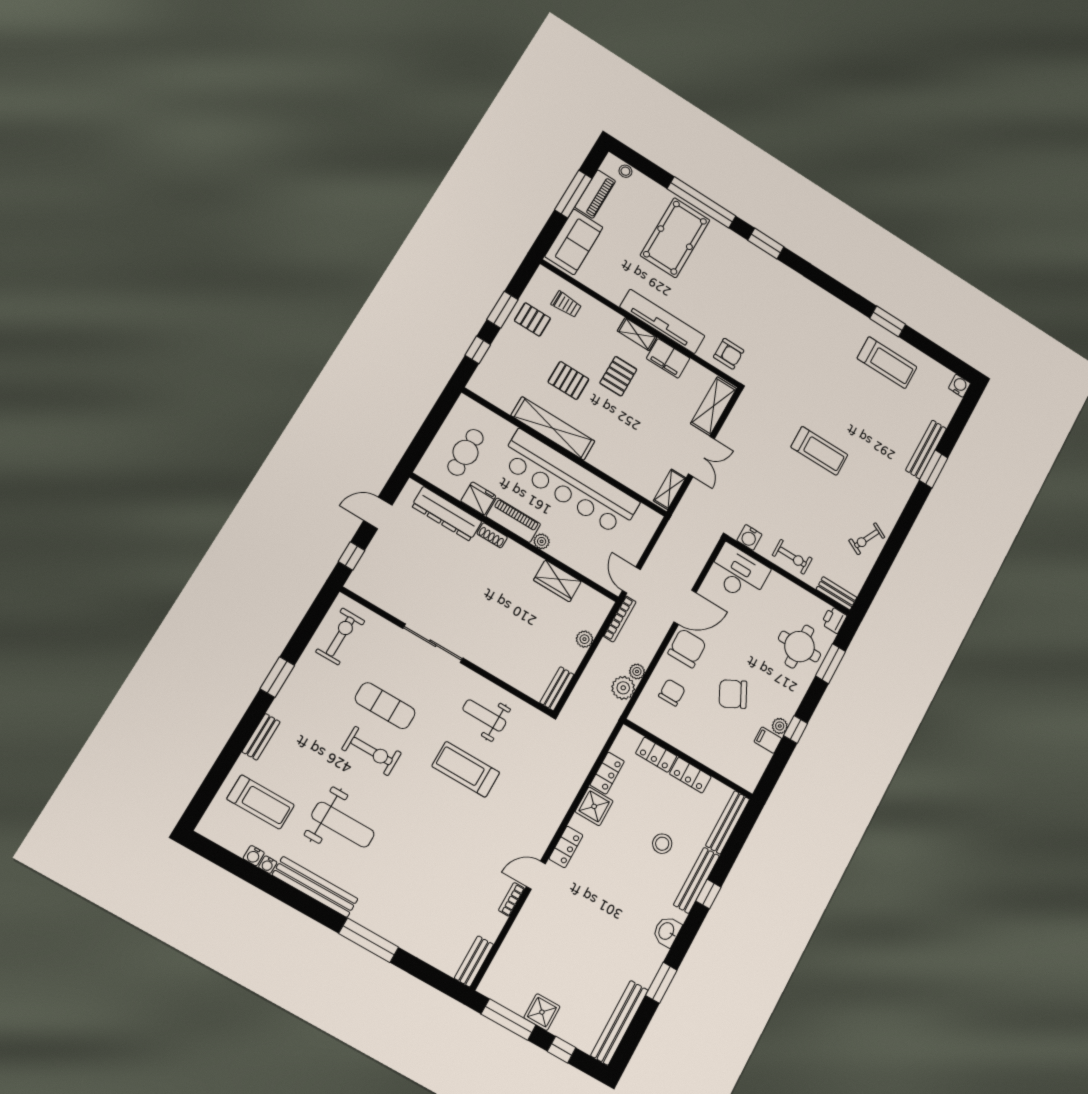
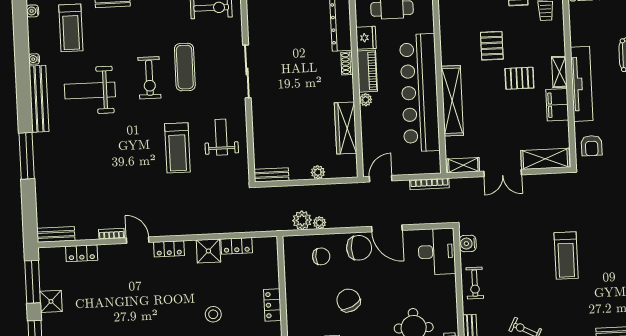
shelving: (553, 428) -> (452, 101), moved
wardrobe: (557, 581) -> (346, 128), width x1.50
bookcase: (620, 619) -> (429, 184), moved
locker: (656, 755) -> (82, 253), moved, turned -90
treadmill: (466, 769) -> (177, 148), turned 180
weight bench: (343, 825) -> (90, 90), turned 90
water cooler: (254, 856) -> (33, 11), moved

